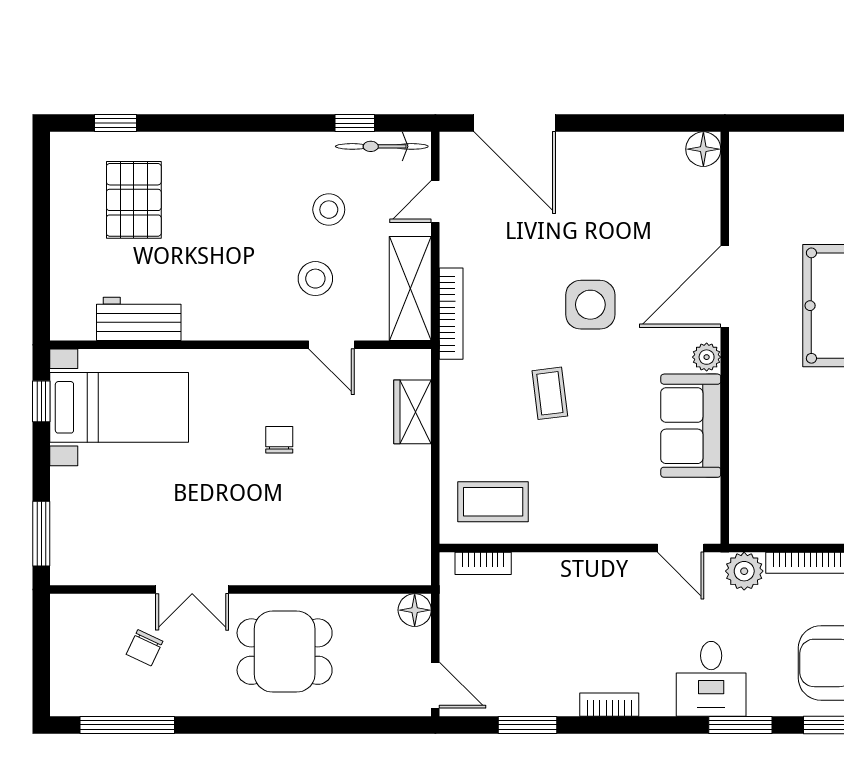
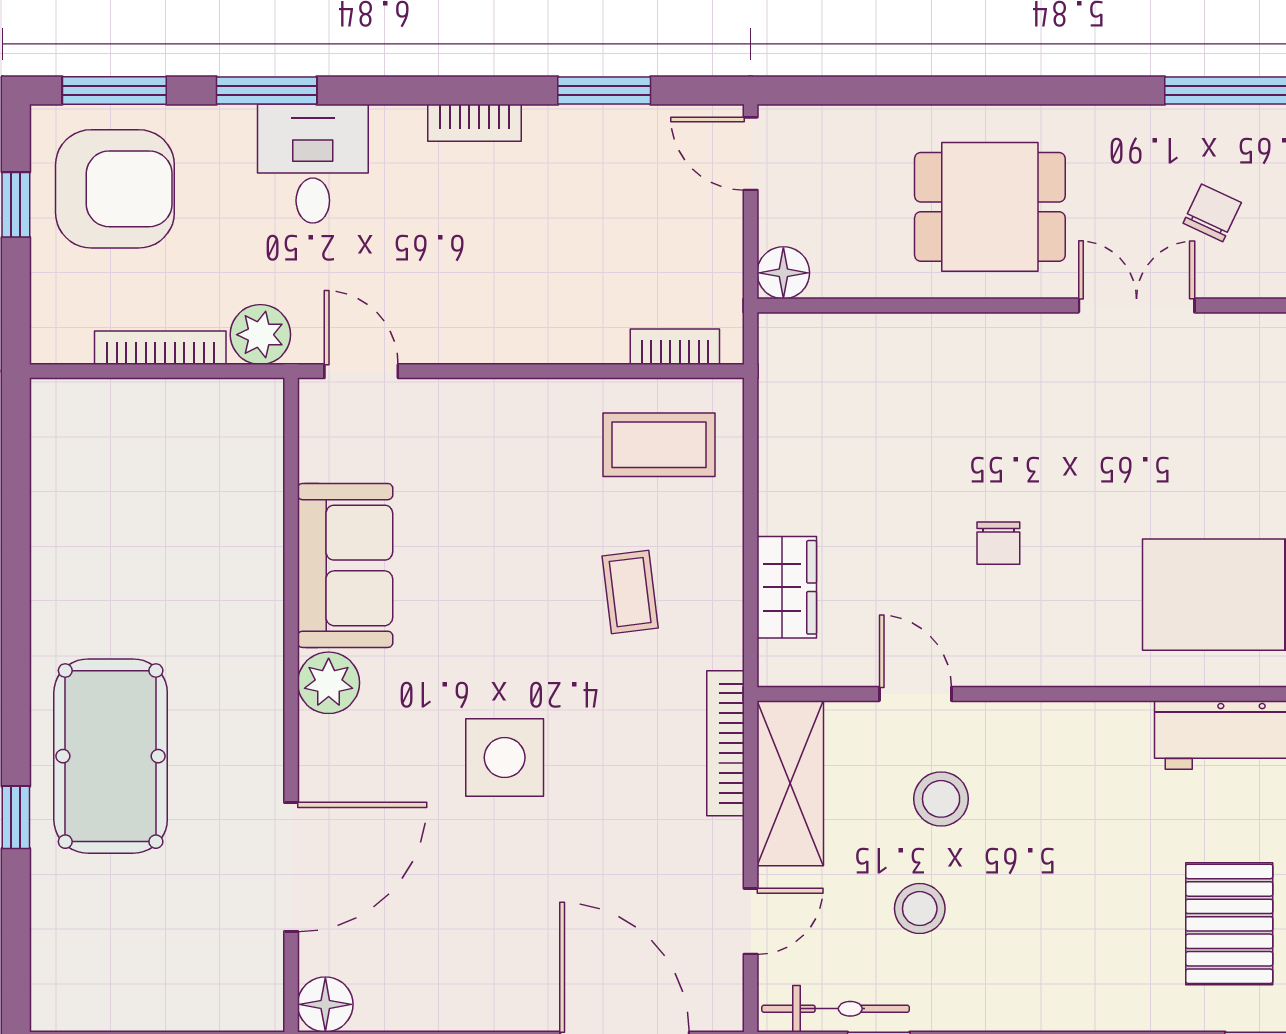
door: (725, 287) -> (291, 867), moved
plant: (707, 357) -> (329, 683), width x1.38, depth x1.38
coffee table: (550, 393) -> (630, 592), moved

